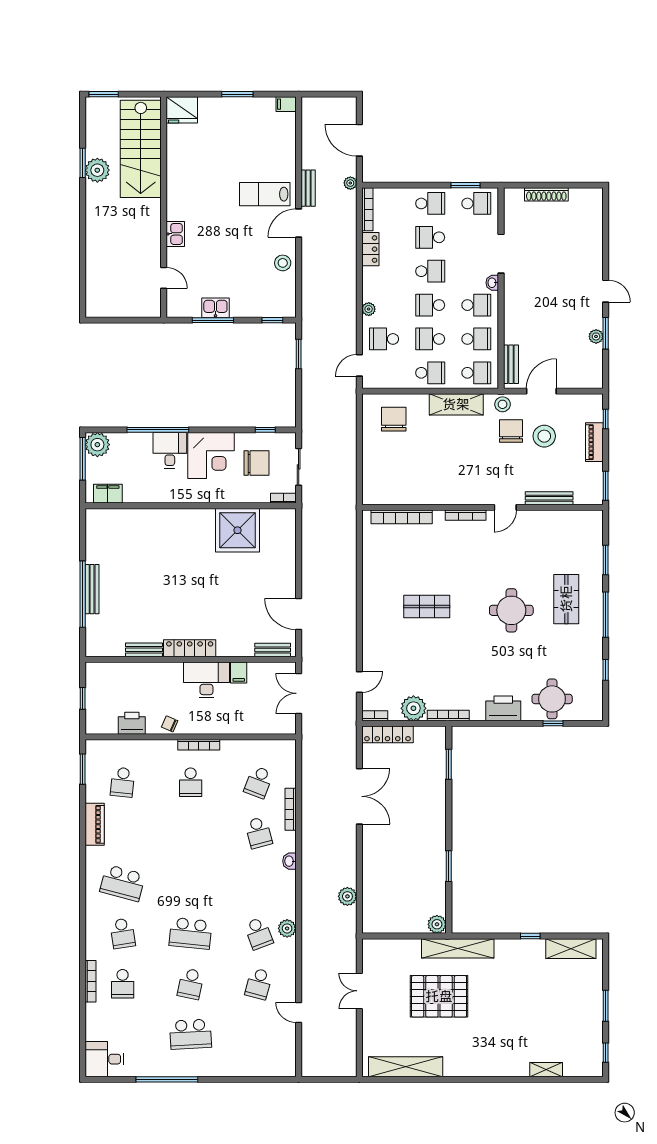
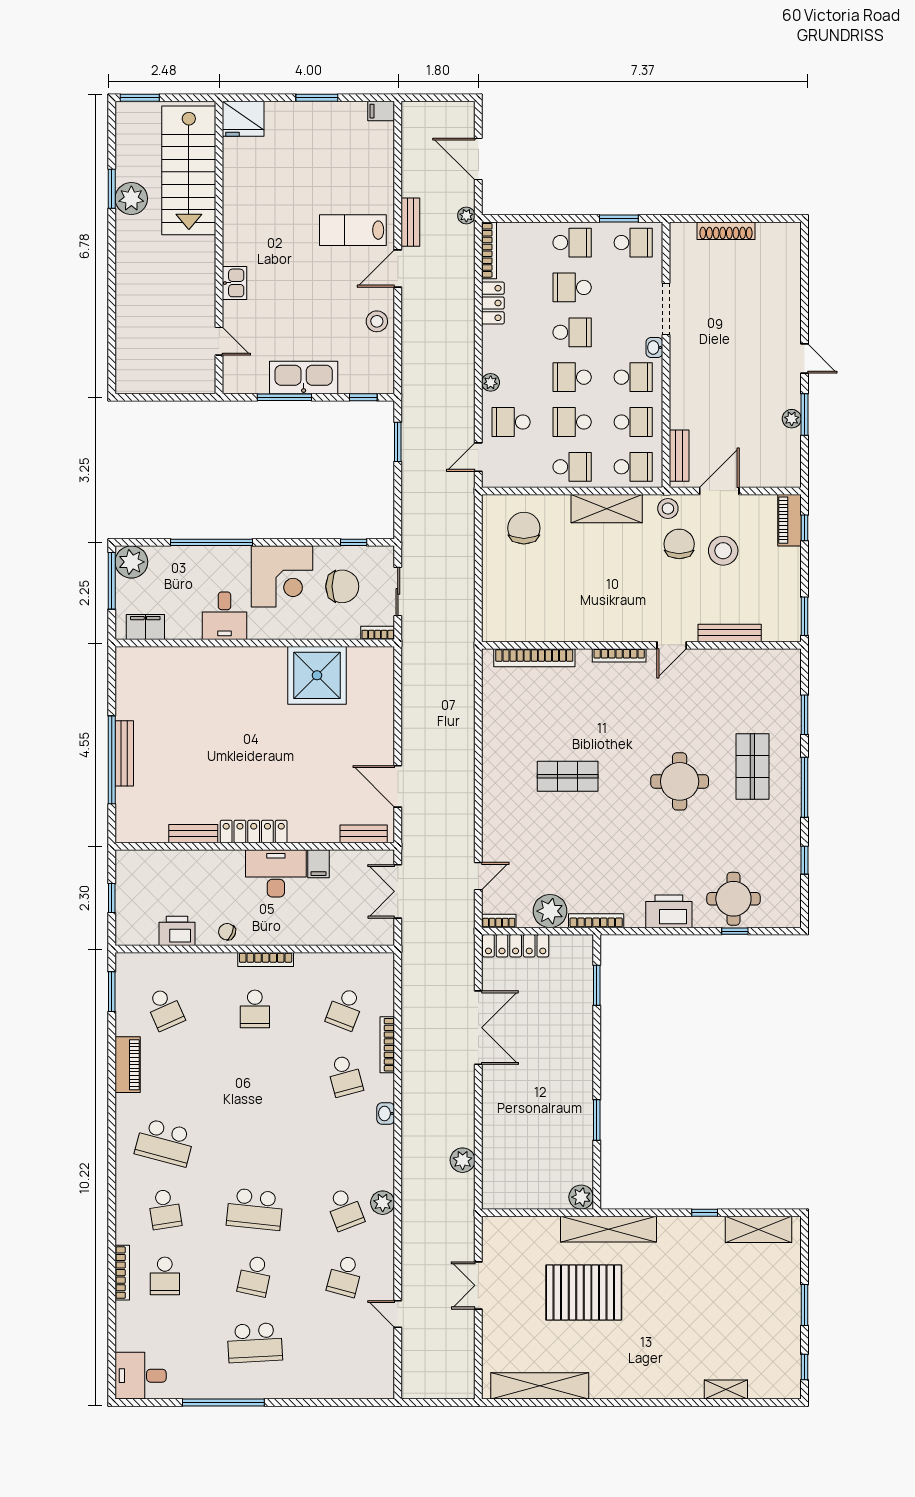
kitchen sink: (215, 308) -> (304, 378), width x1.87, depth x1.24
piano: (594, 442) -> (790, 520), moved
desk: (170, 450) -> (224, 616), moved, turned 180
school desk: (123, 782) -> (165, 1009), turned -30

